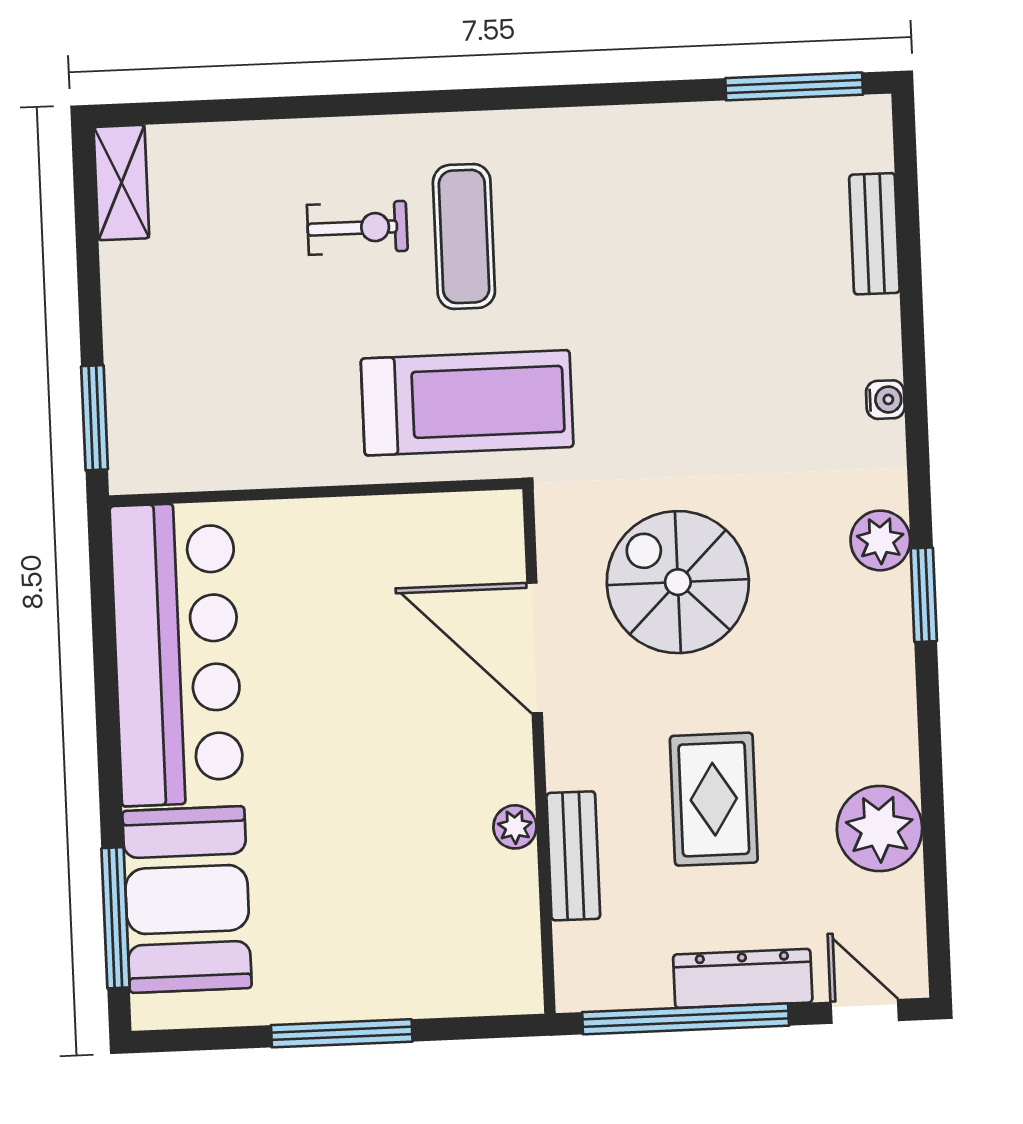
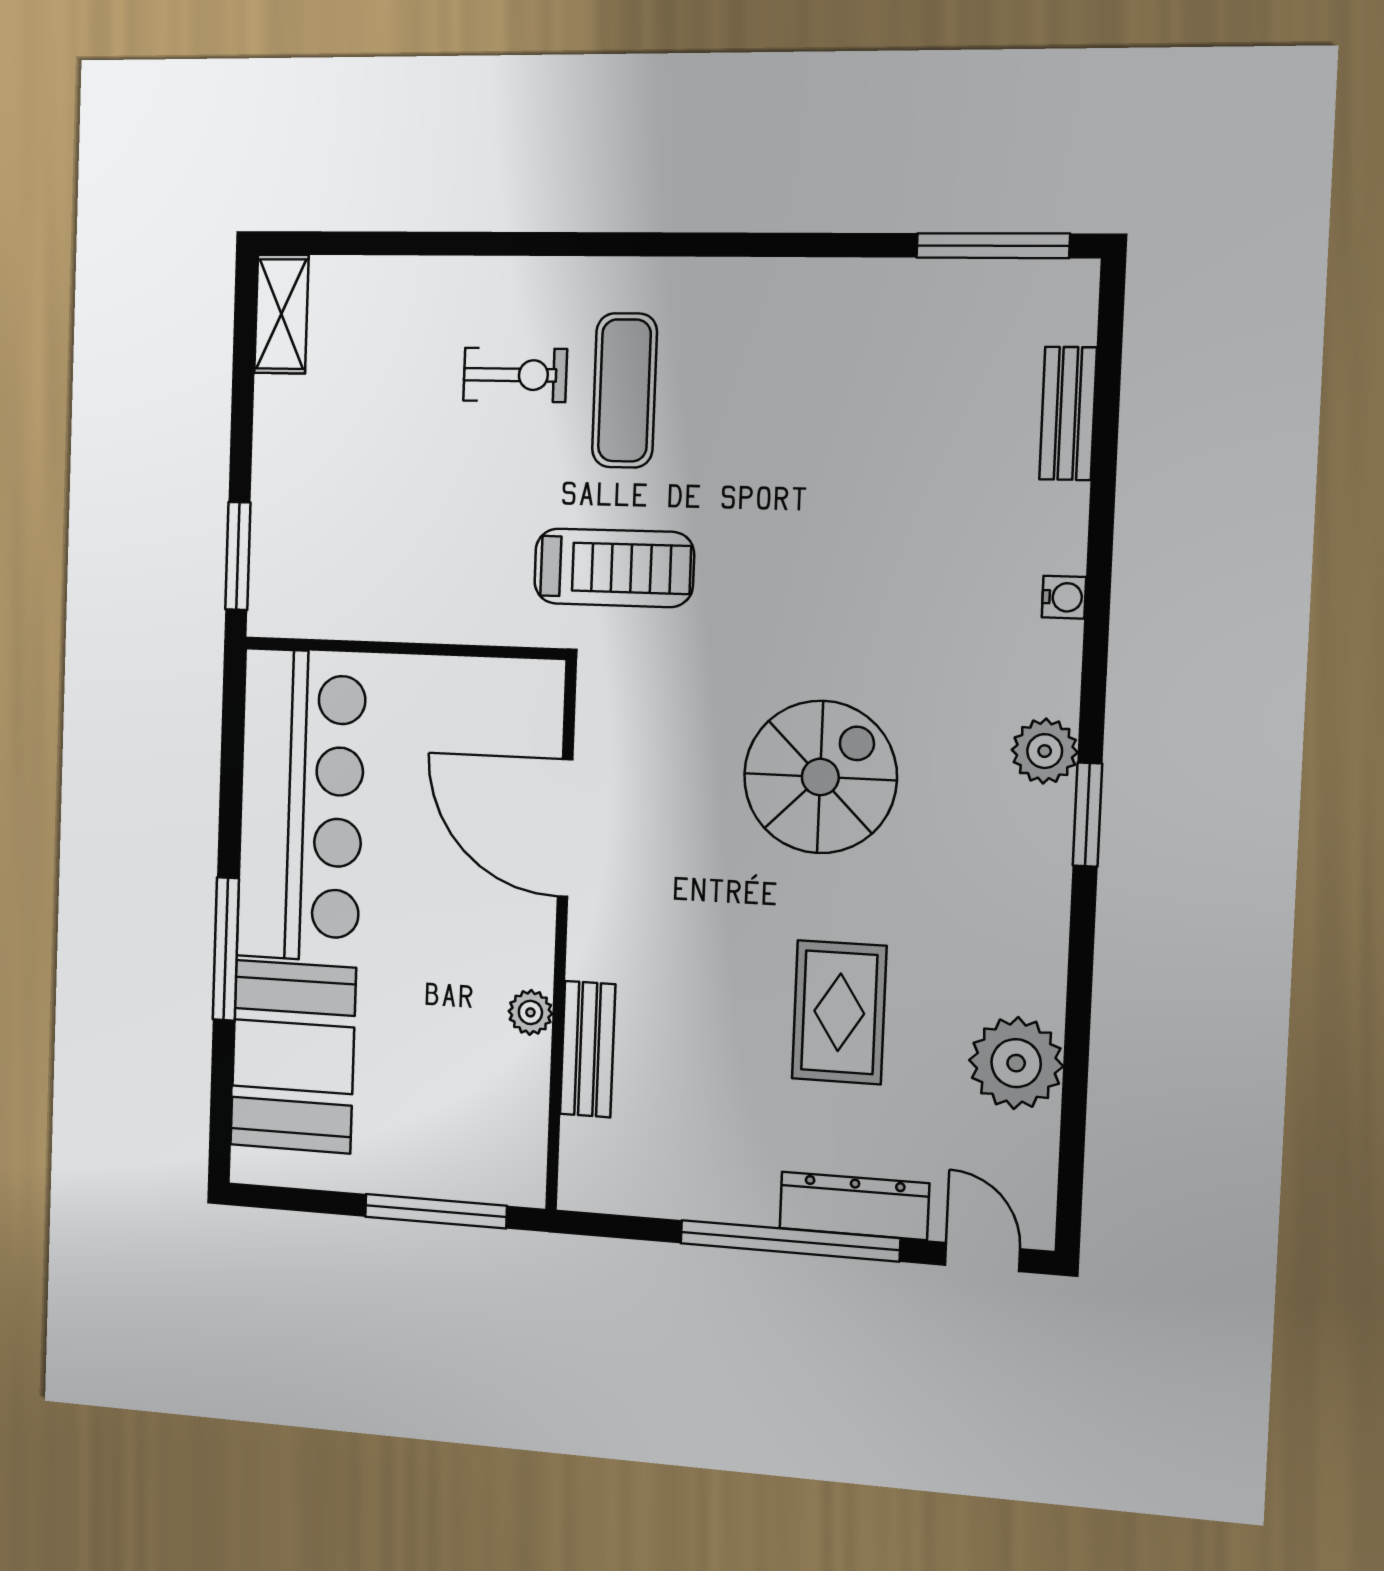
treadmill: (467, 403) -> (614, 568), width x0.73, depth x0.73
spiral stairs: (678, 582) -> (820, 777), turned 90
door: (535, 648) -> (565, 828), moved
wall: (539, 751) -> (561, 936), moved
plant: (515, 827) -> (530, 1012), moved
bench: (573, 856) -> (588, 1049), moved
window: (115, 918) -> (226, 949), moved

